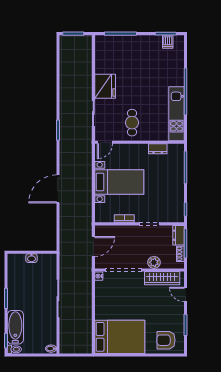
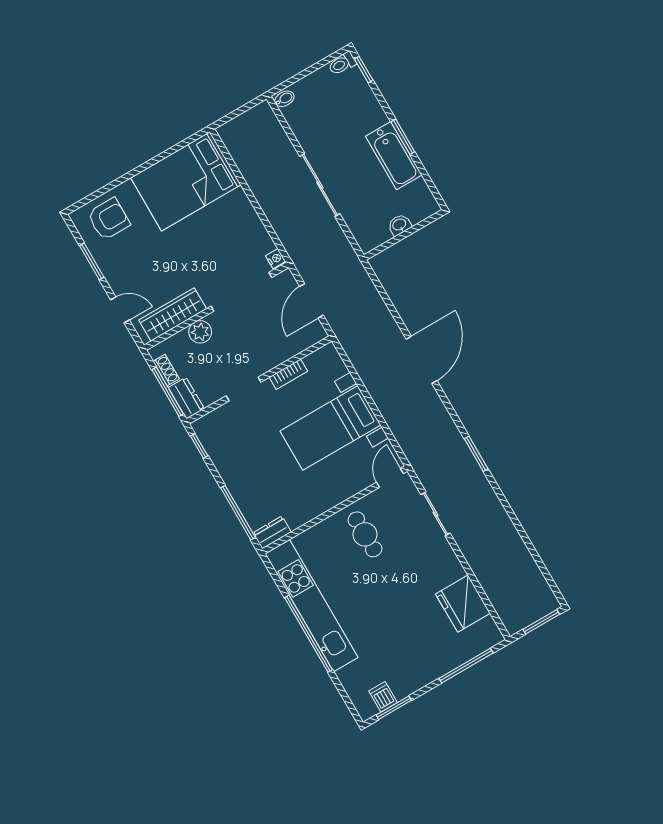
fridge: (105, 86) -> (463, 604), moved
kitchen unit: (176, 114) -> (311, 606), width x1.36
dresser: (158, 149) -> (272, 532), moved
bathtub: (15, 327) -> (394, 156), moved

